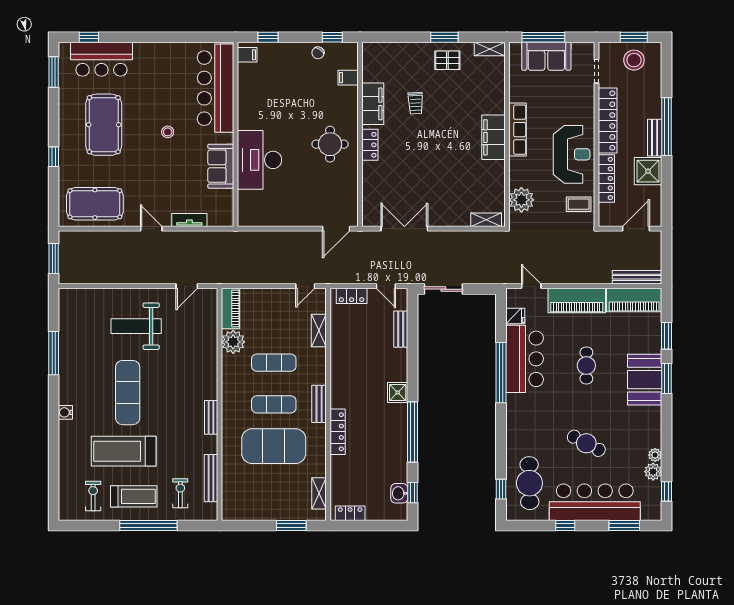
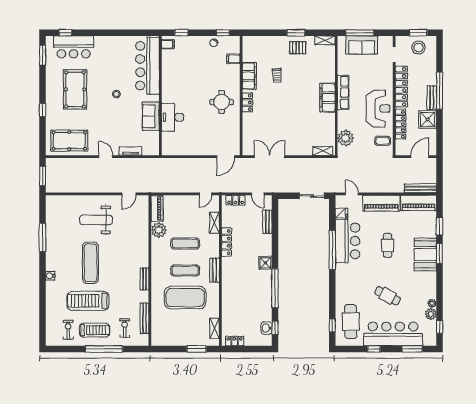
desk: (259, 160) -> (173, 117), width x0.73, depth x0.77
sliding door: (443, 289) -> (312, 196), moved
locker: (338, 432) -> (226, 242), moved

